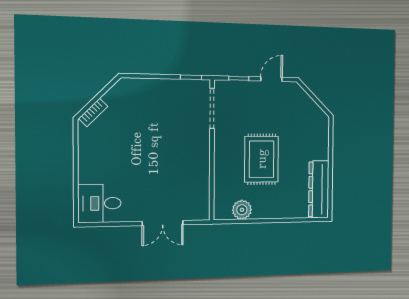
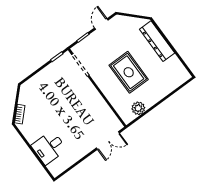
dresser: (319, 189) -> (157, 41), moved
desk: (99, 203) -> (49, 148), moved
double door: (163, 223) -> (108, 140), moved

